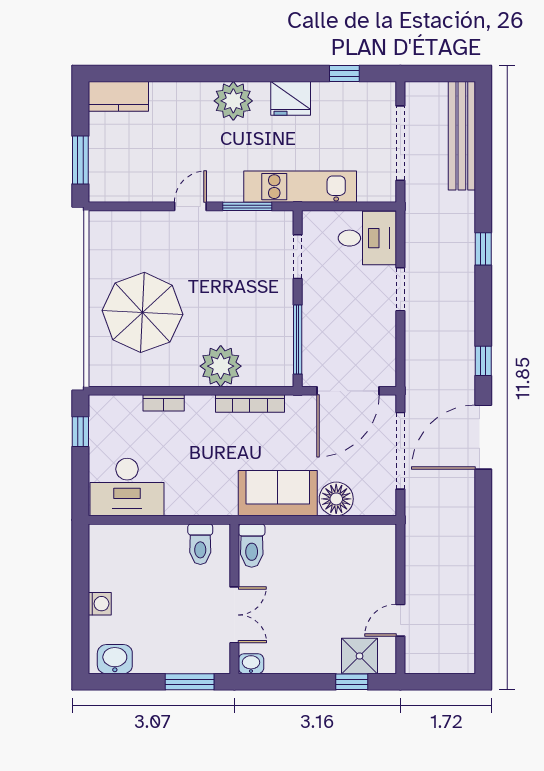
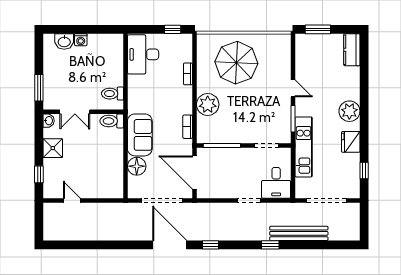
bench: (462, 136) -> (299, 233), moved
bookcase: (250, 404) -> (188, 127), width x0.64
shower: (360, 656) -> (53, 148), moved
washbasin: (115, 659) -> (64, 42), moved, turned 90

